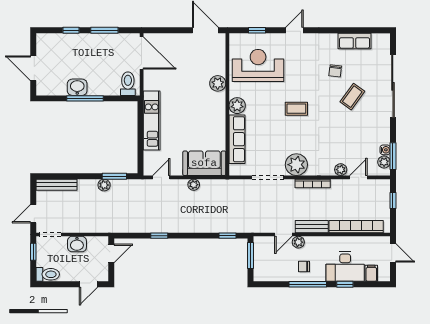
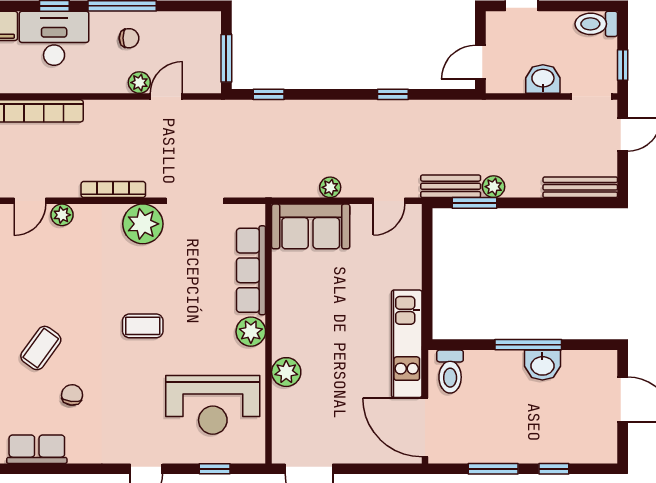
kitchen unit: (152, 120) -> (407, 344), moved
bench: (312, 227) -> (451, 186), moved

